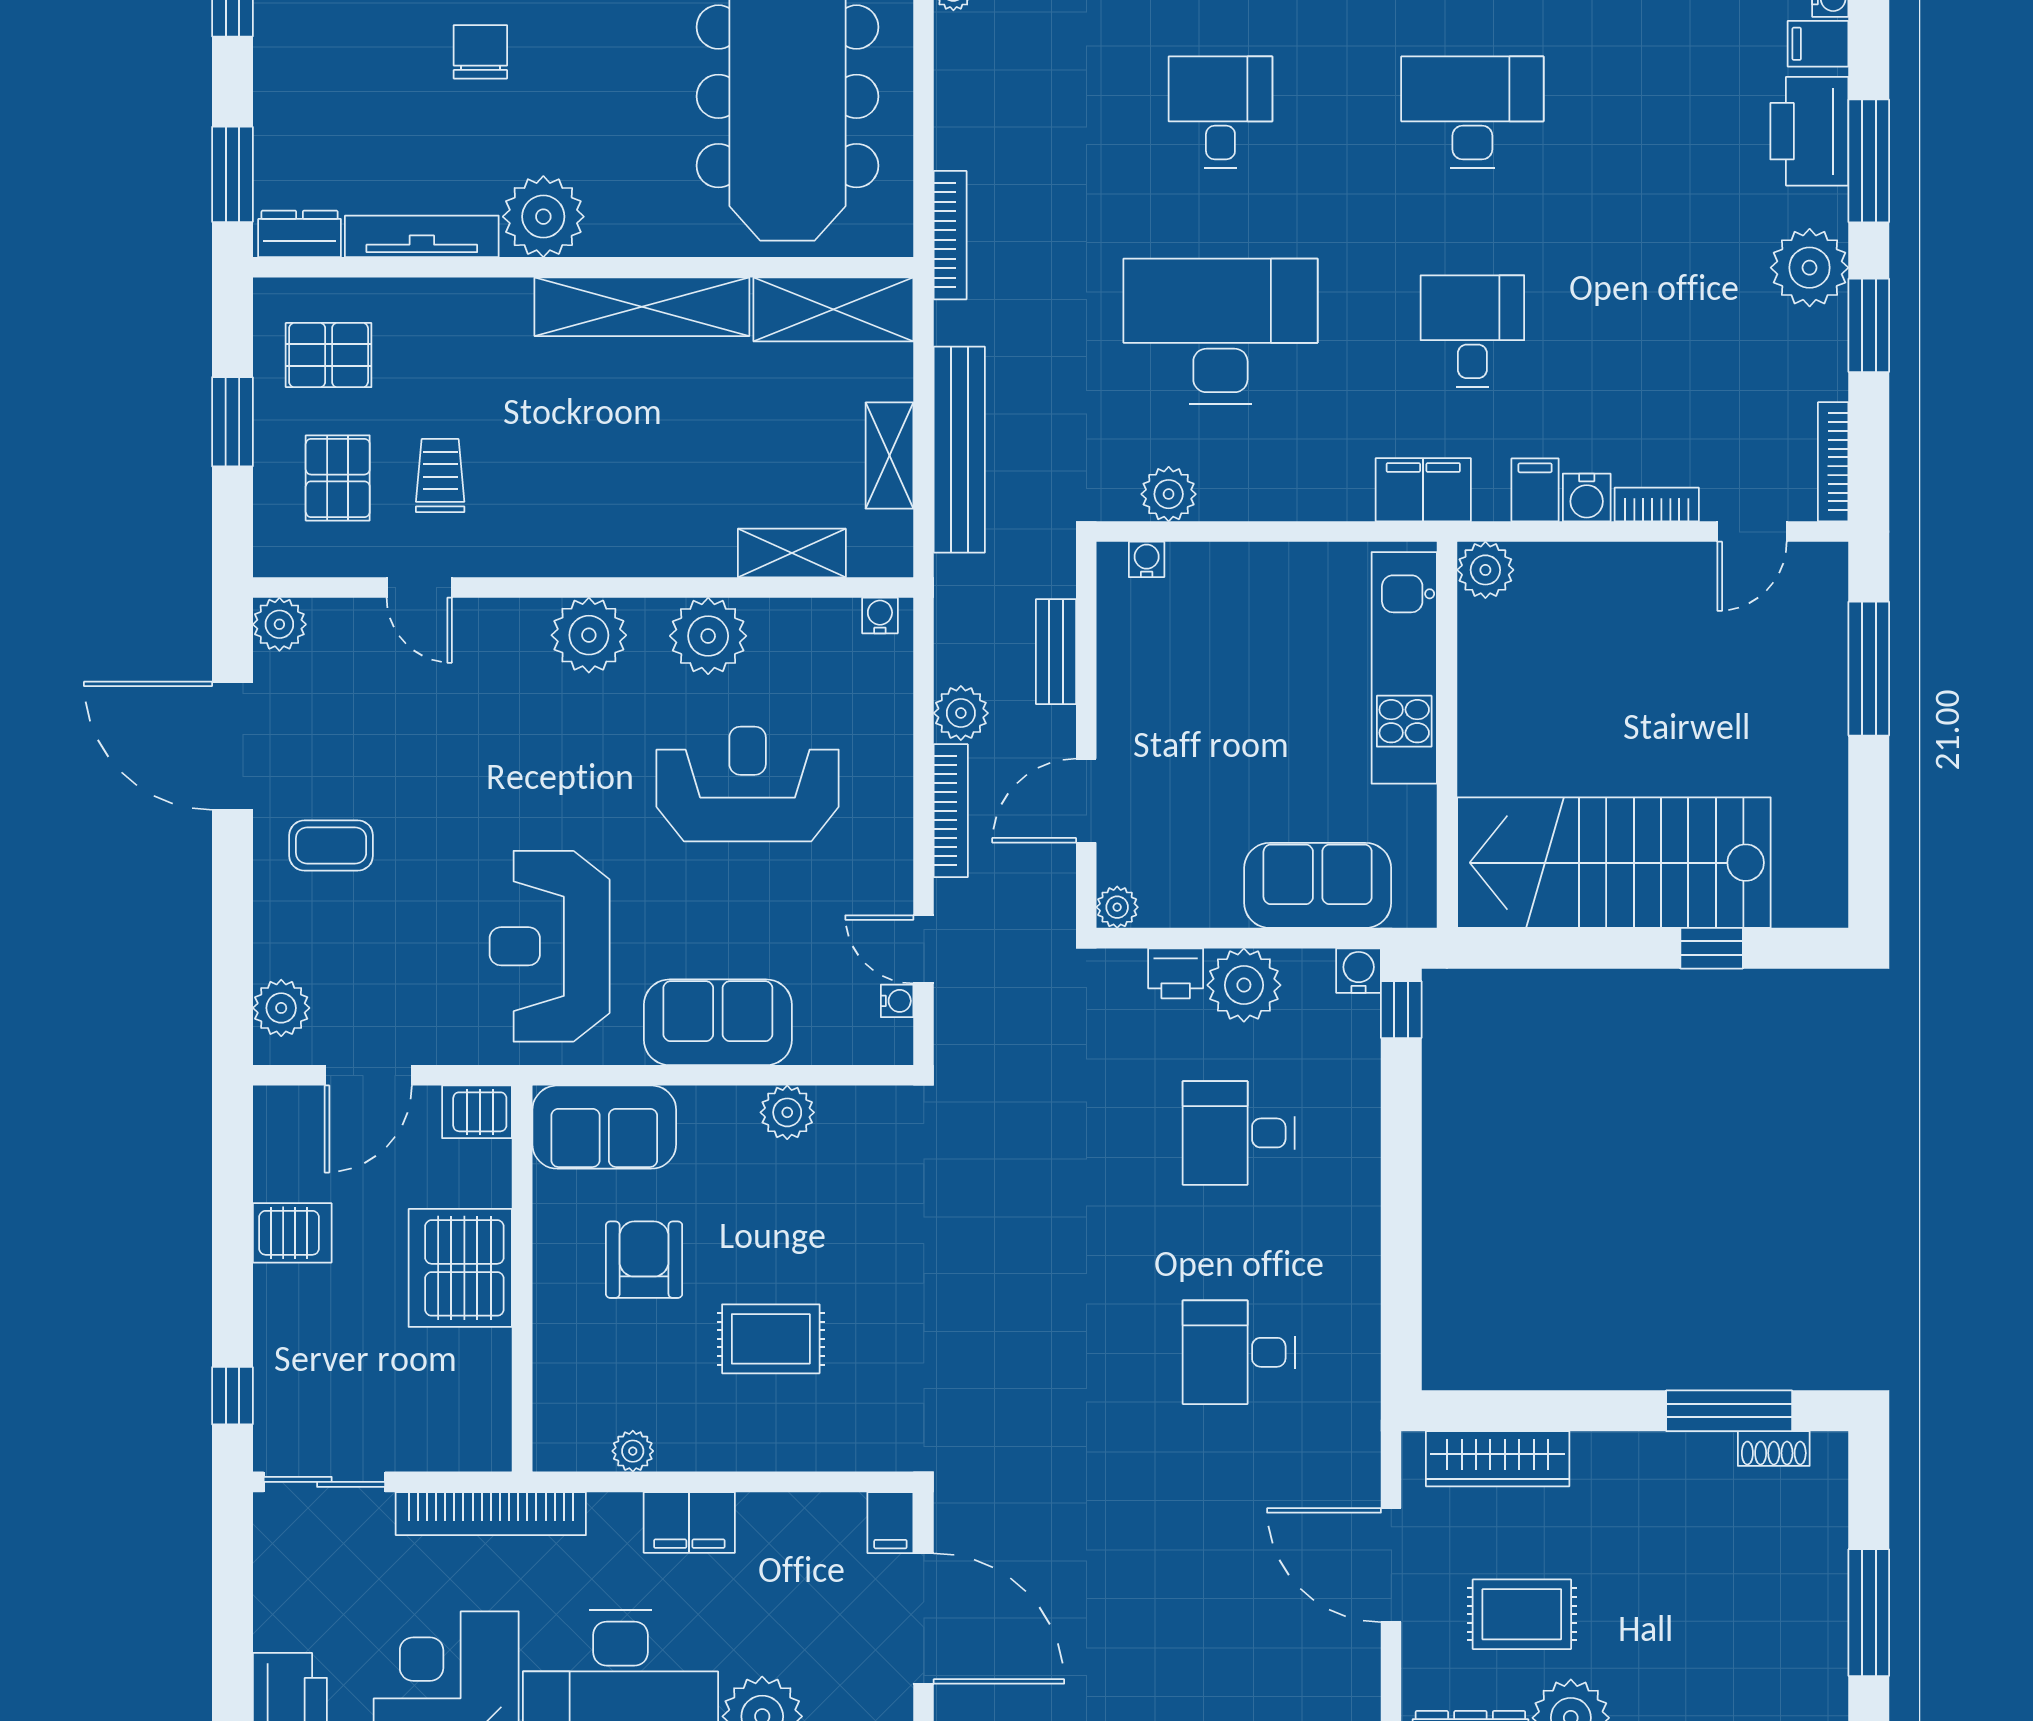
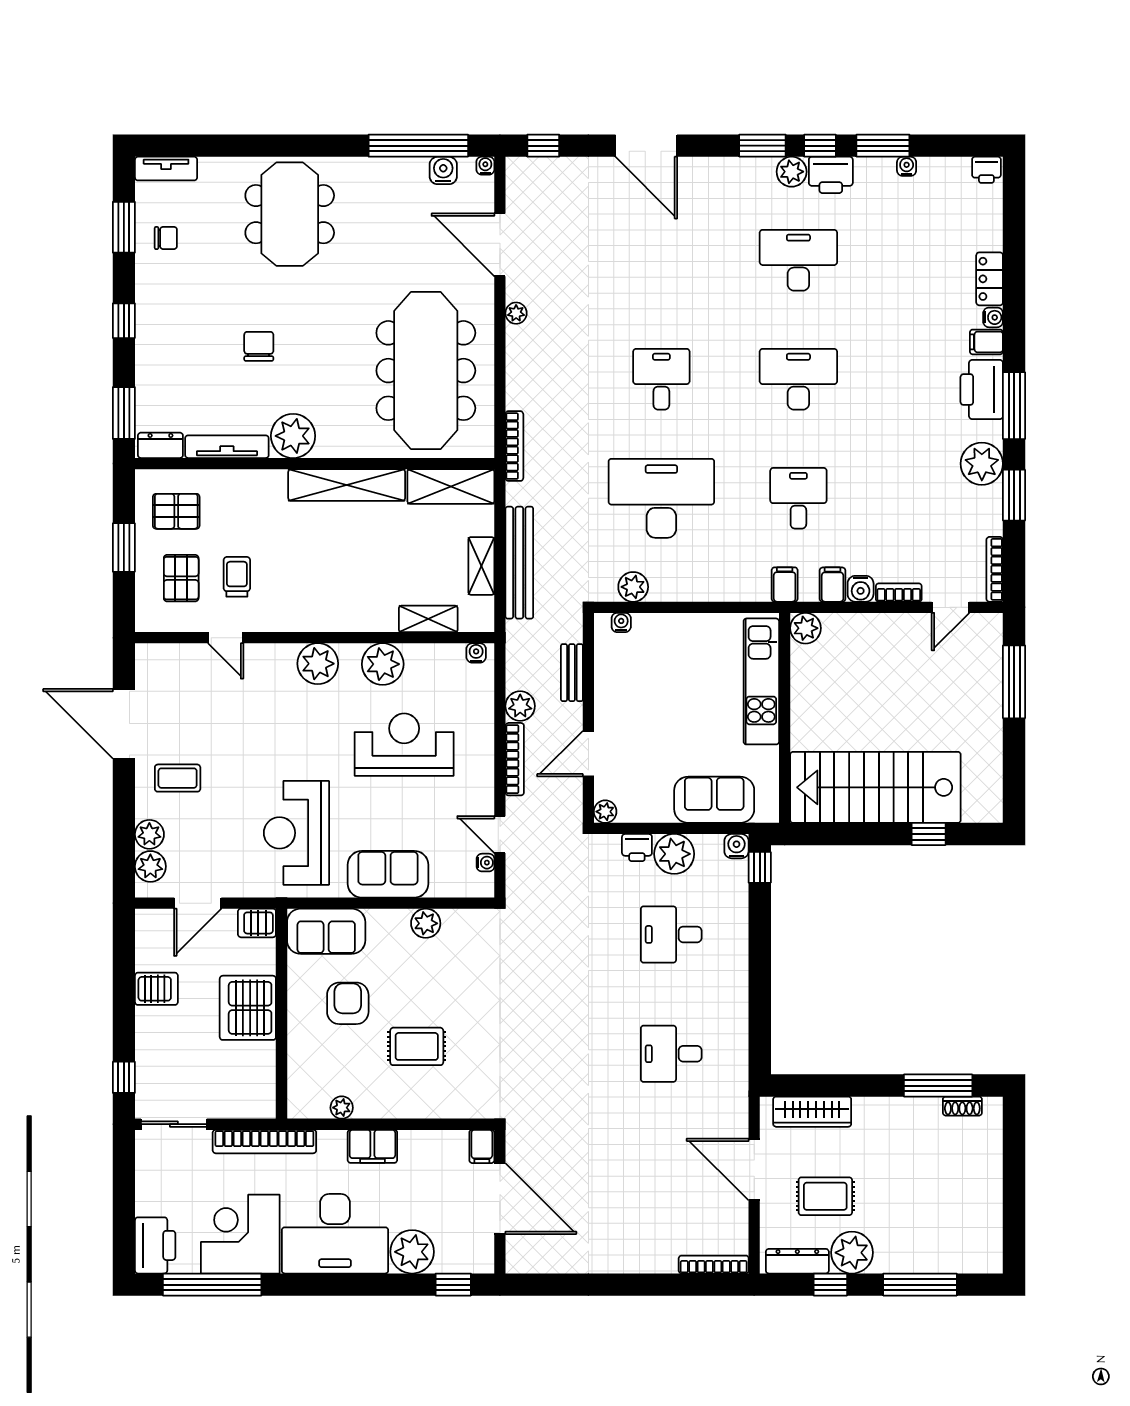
filing cabinet: (1423, 490) -> (785, 585), width x0.50
plant: (279, 624) -> (149, 834), moved
window: (1869, 1613) -> (1014, 1195), removed

